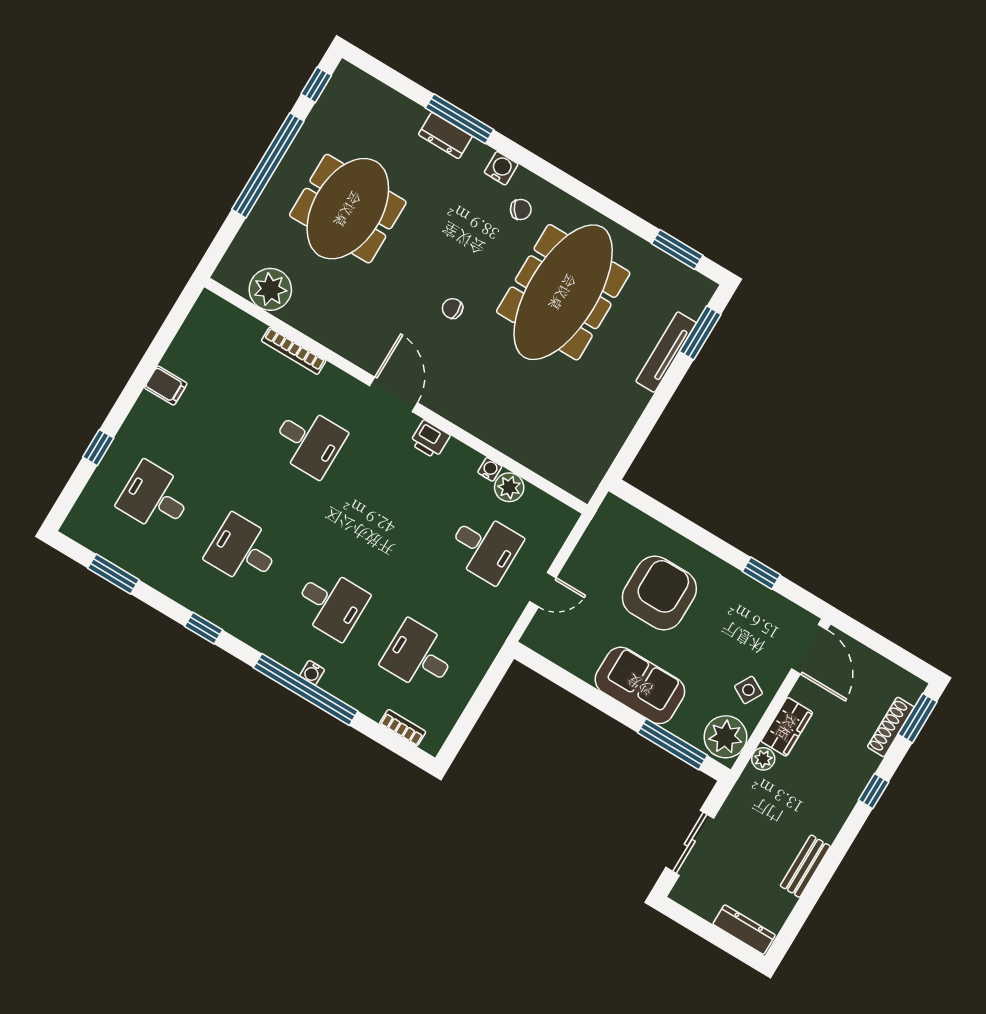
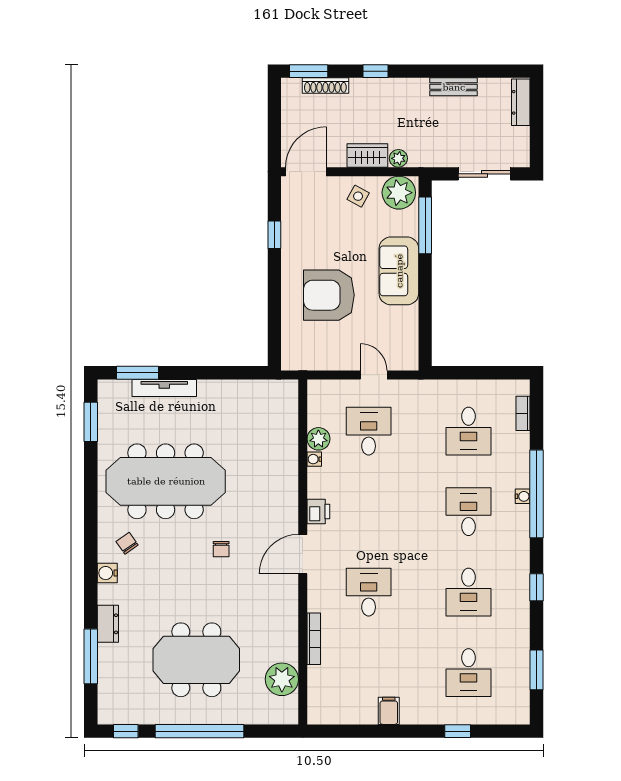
window: (460, 119) -> (91, 656), moved

